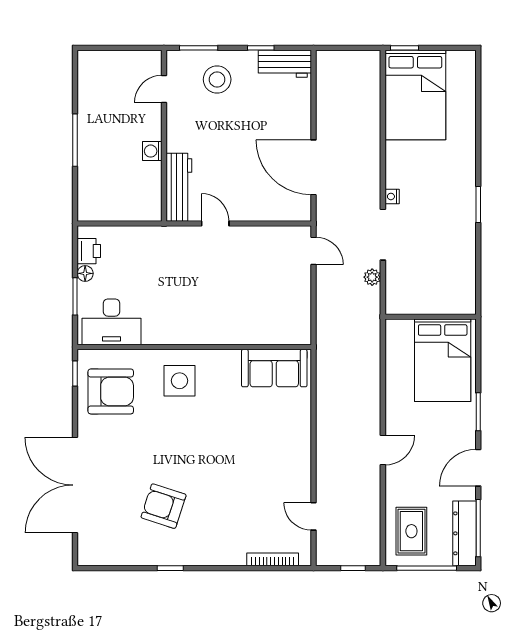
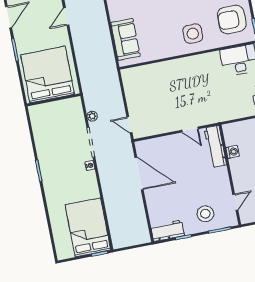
washing machine: (152, 151) -> (233, 152), moved
bed: (443, 360) -> (48, 75), width x1.36
sofa: (274, 368) -> (125, 39), moved, turned 90

